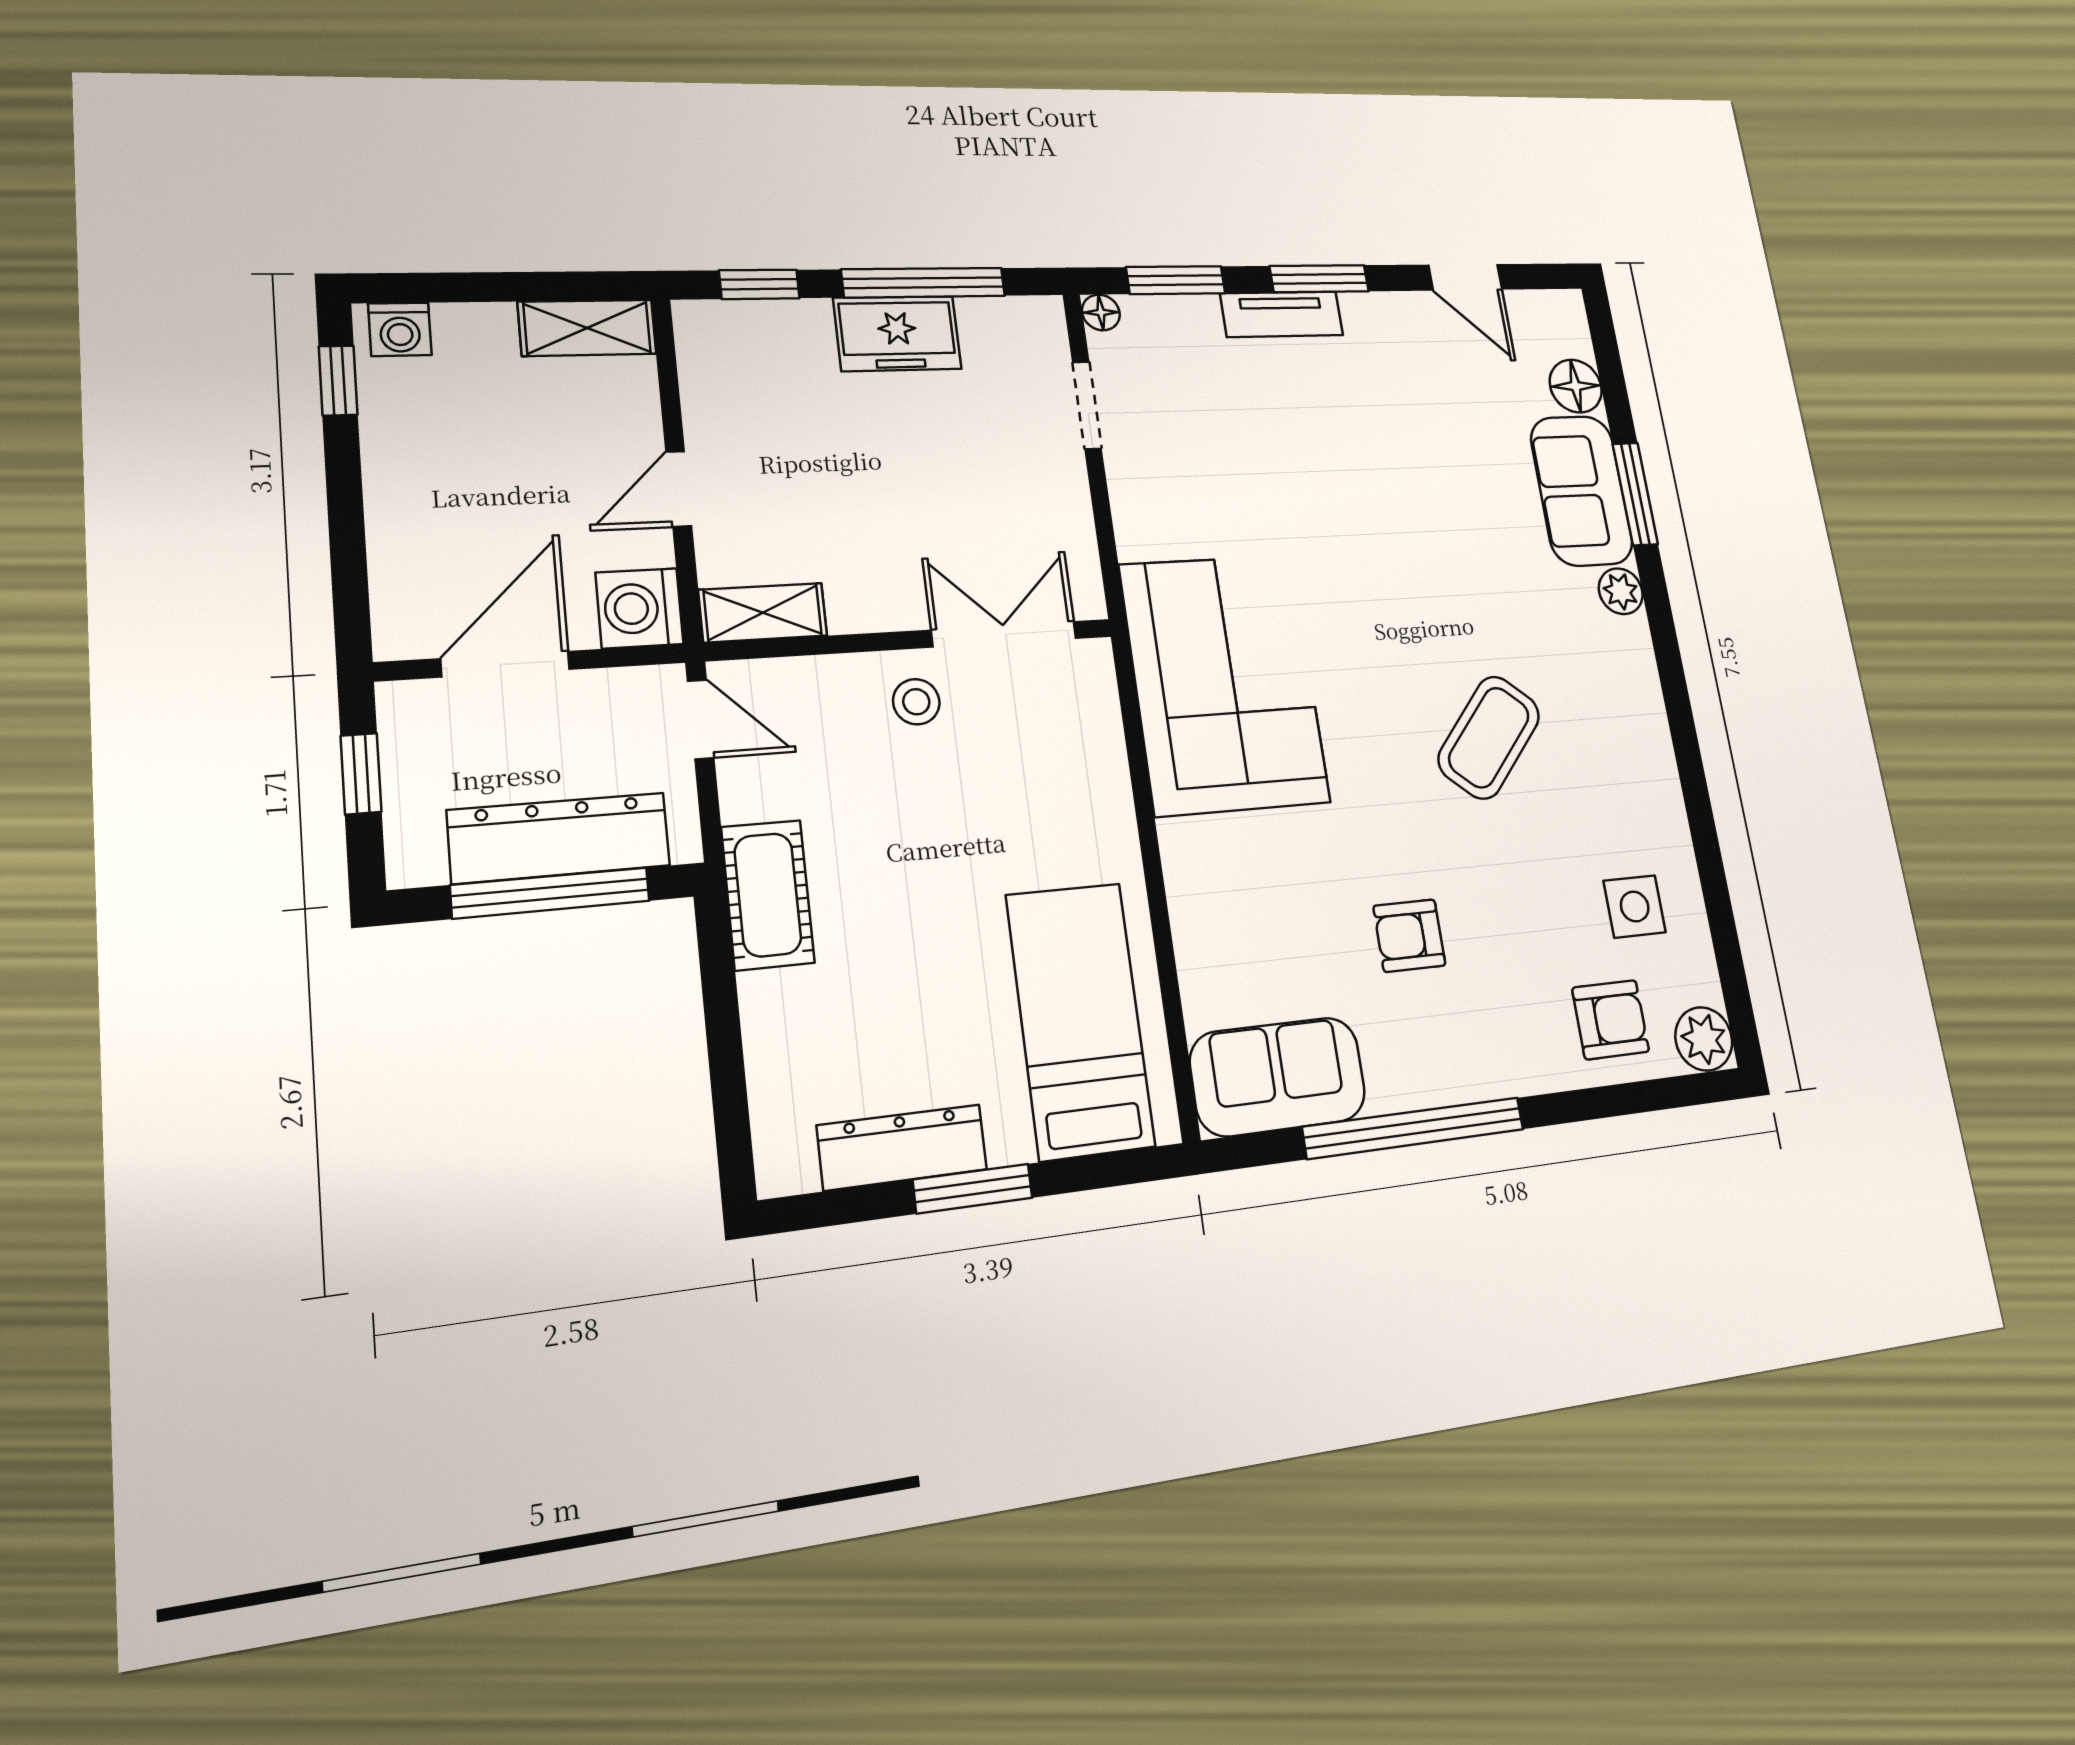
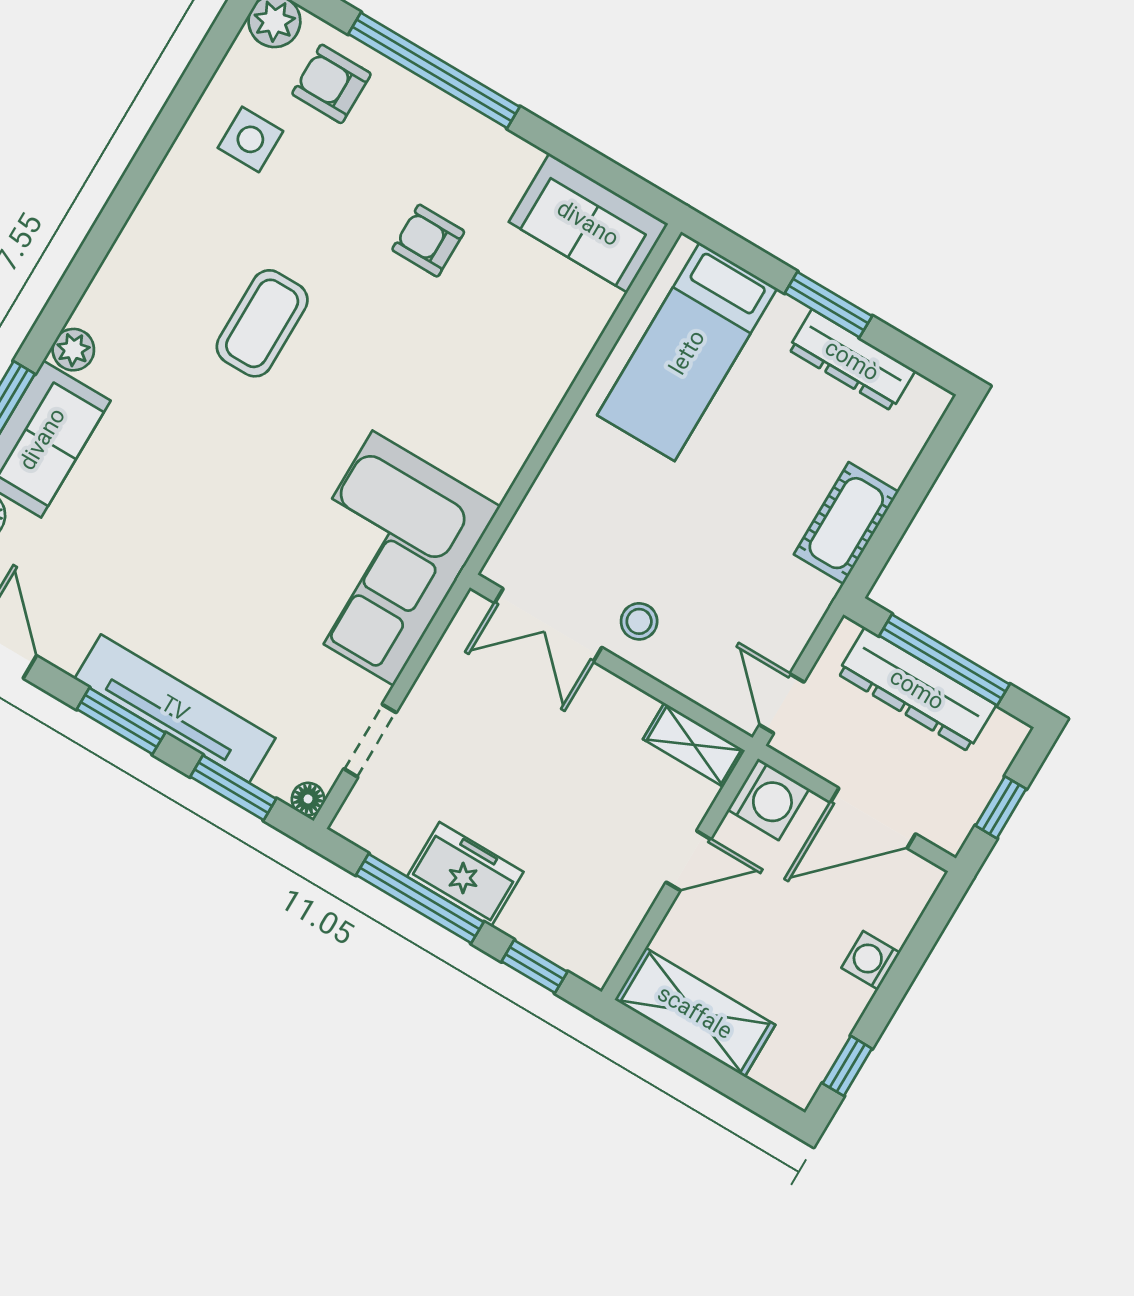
tv unit: (1282, 314) -> (175, 708), width x1.92, depth x1.29
shelving: (587, 328) -> (695, 1012), width x1.50, depth x1.33
washing machine: (400, 329) -> (871, 960), moved, turned -90
corner sofa: (1224, 683) -> (383, 558), moved
coffee table: (1489, 737) -> (262, 323), turned -41
cot: (768, 895) -> (846, 523), moved
armchair: (1409, 936) -> (428, 241), turned 180
window: (1414, 1128) -> (434, 70), moved

